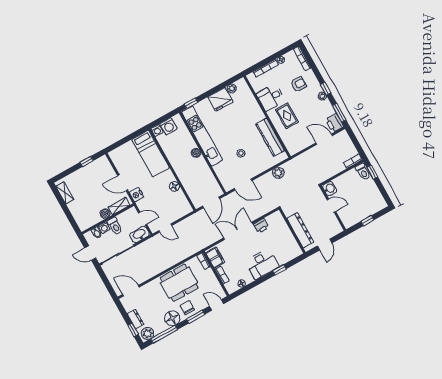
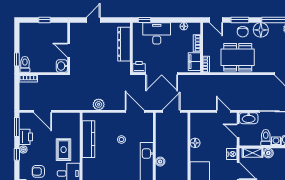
printer: (334, 123) -> (26, 137), moved
dresser: (300, 230) -> (124, 44), moved
wall: (292, 231) -> (131, 47), moved

